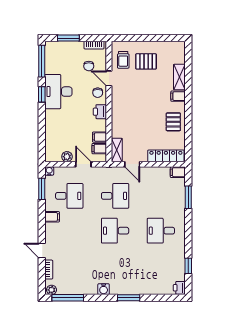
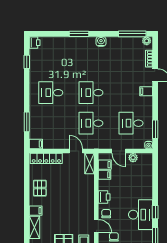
filing cabinet: (52, 217) -> (146, 91), moved
desk: (115, 231) -> (91, 93), turned 180
desk: (161, 231) -> (51, 93), turned 180

